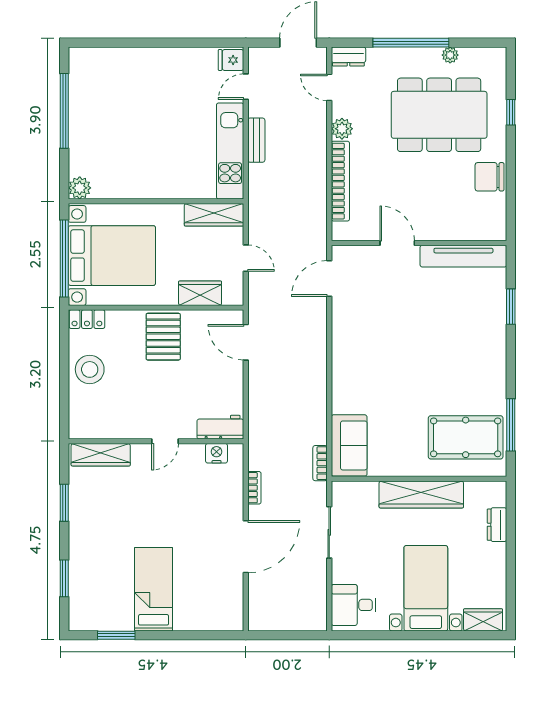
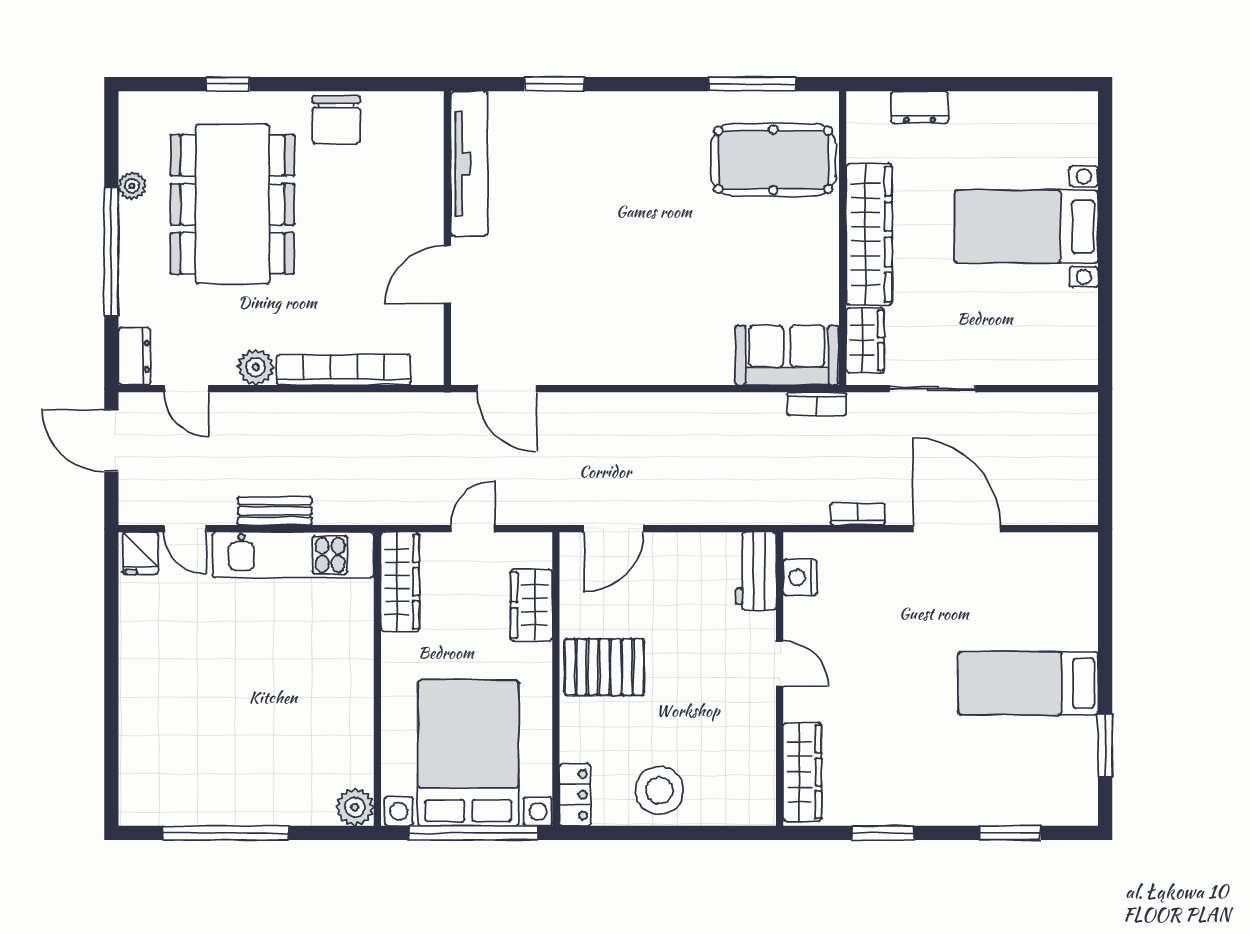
door: (329, 87) -> (186, 389), hinge flipped
pool table: (466, 437) -> (773, 160), turned 90
desk: (354, 605) -> (1054, 348), removed
wardrobe: (483, 620) -> (865, 340), moved, turned 180

